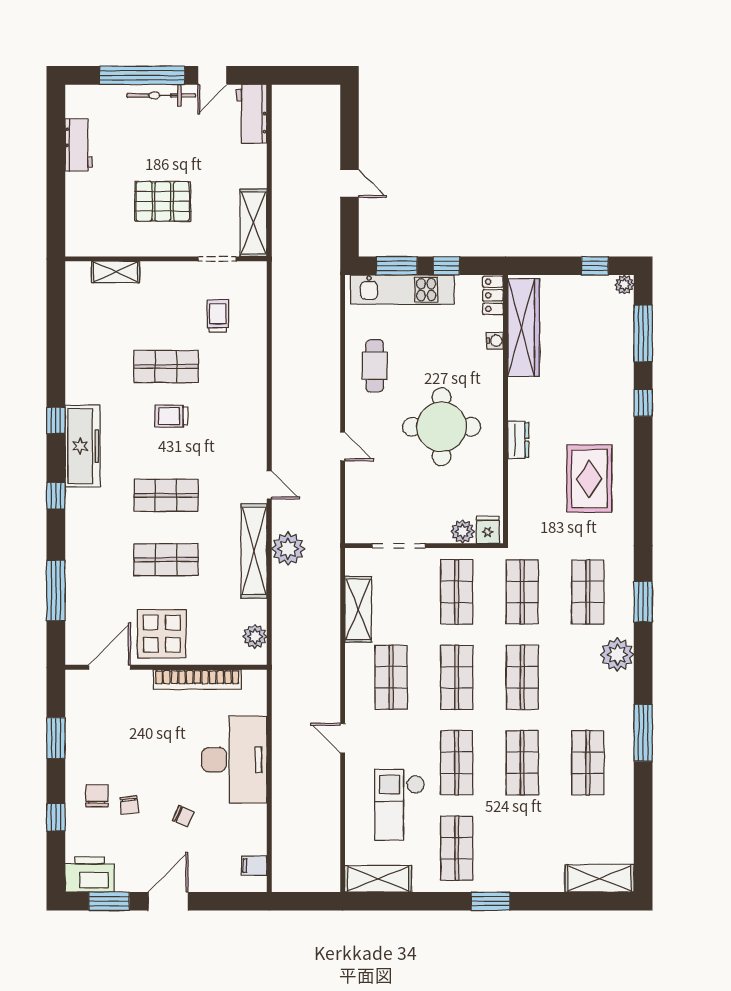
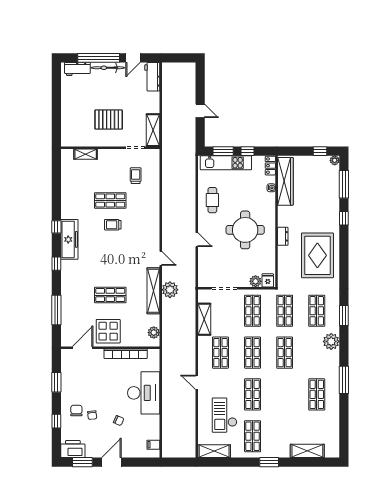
workbench: (79, 145) -> (77, 69), moved, turned 90
rug: (589, 479) -> (317, 255), width x1.37, depth x1.44
shop shelf: (166, 495) -> (110, 263), removed
shop shelf: (522, 763) -> (285, 394), removed
shelving: (599, 878) -> (307, 451), moved

